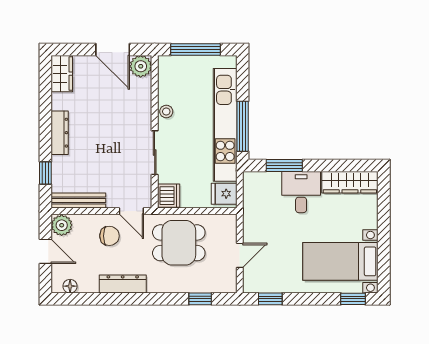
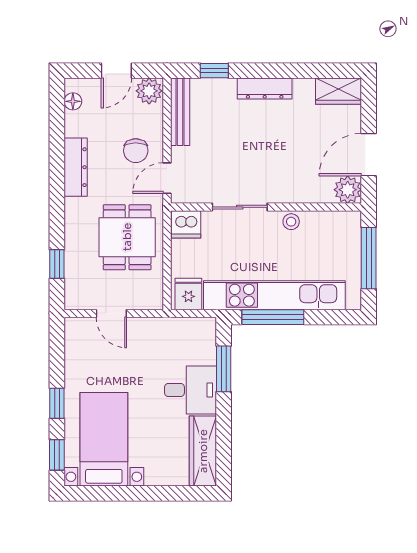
window: (270, 299) -> (57, 403), moved

